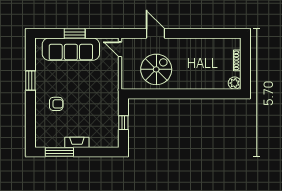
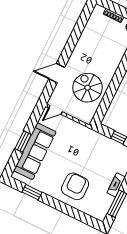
window: (30, 81) -> (32, 192), moved
armchair: (56, 104) -> (75, 186), width x1.88, depth x1.88

